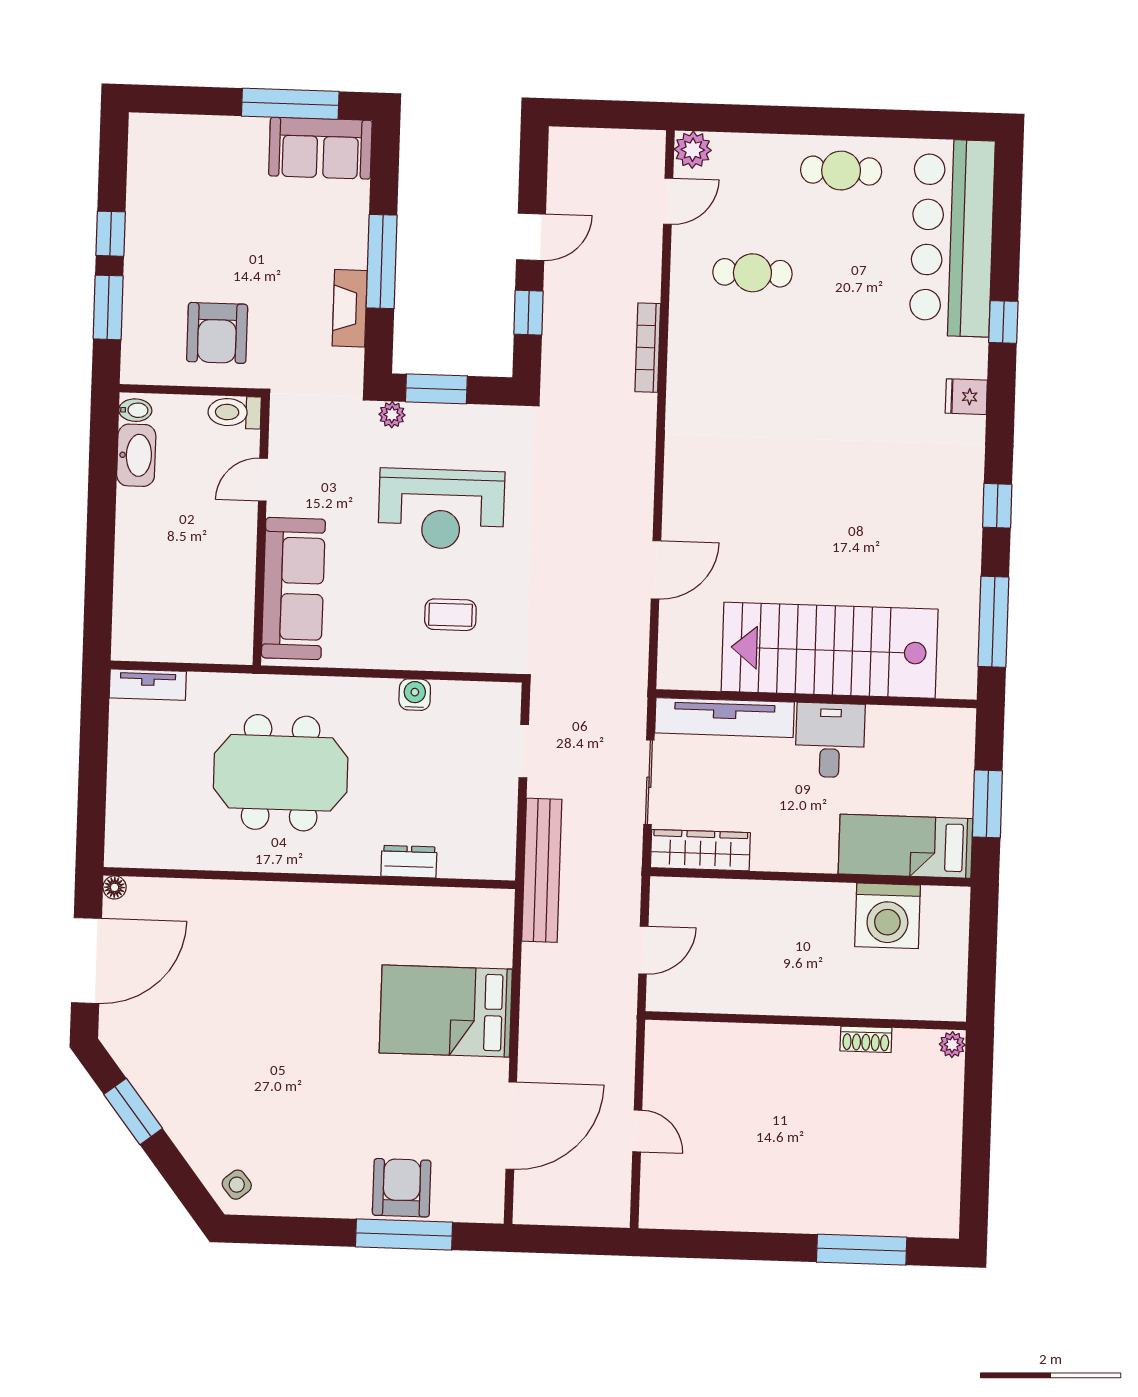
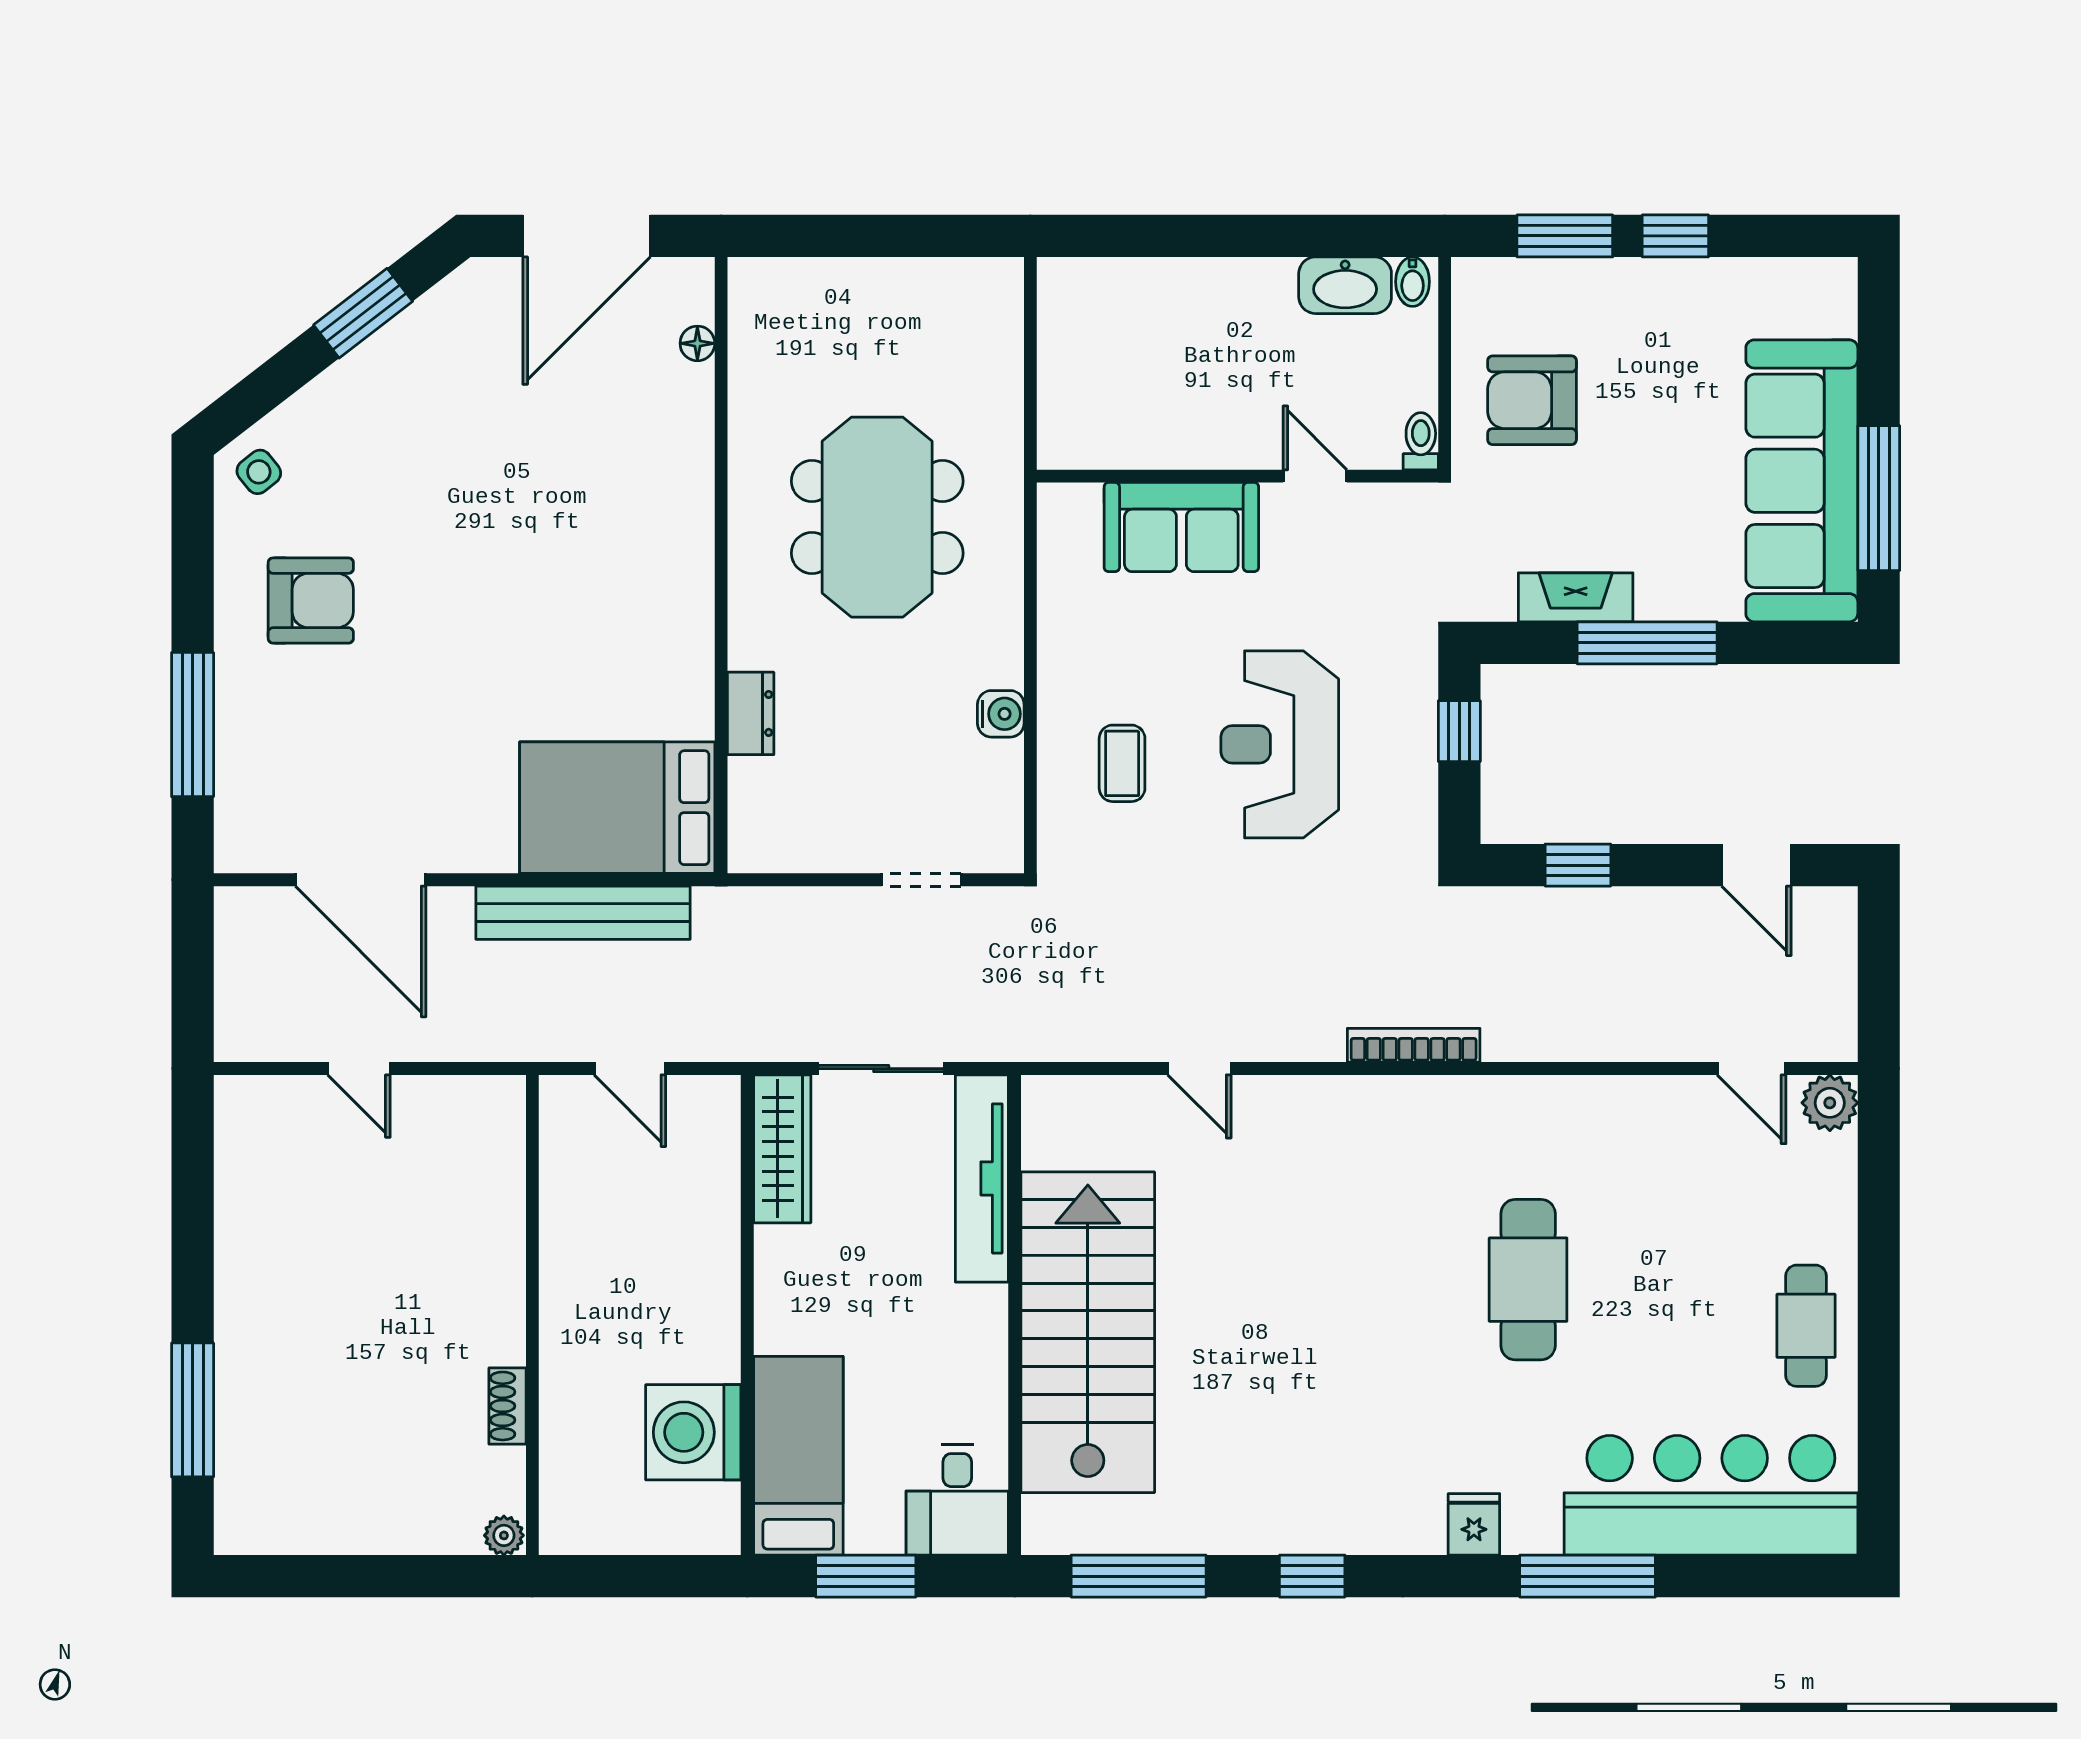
sofa: (320, 148) -> (1802, 481), width x1.85, depth x1.27
door: (531, 237) -> (1756, 865), moved
cafe table: (752, 273) -> (1528, 1280), moved, width x1.37, depth x1.35
window: (1003, 322) -> (1588, 1576), width x2.17
bookcase: (648, 348) -> (1414, 1045), moved
window: (436, 389) -> (1459, 731), width x0.67
toilet: (234, 412) -> (1421, 441), width x0.73, depth x0.72
plant: (392, 415) -> (1418, 666), removed
door: (656, 570) -> (1199, 1069), width x0.73
sofa: (293, 588) -> (1181, 527), width x0.73
tv unit: (148, 685) -> (1002, 314), removed
desk: (830, 740) -> (957, 1500), moved, turned 90
bench: (542, 870) -> (583, 913), moved
floor lamp: (115, 887) -> (697, 343), moved
door: (86, 961) -> (587, 236), hinge flipped
bed: (446, 1011) -> (617, 808), moved, turned -90
door: (637, 1131) -> (359, 1069), hinge flipped
armchair: (402, 1188) -> (311, 601), moved

